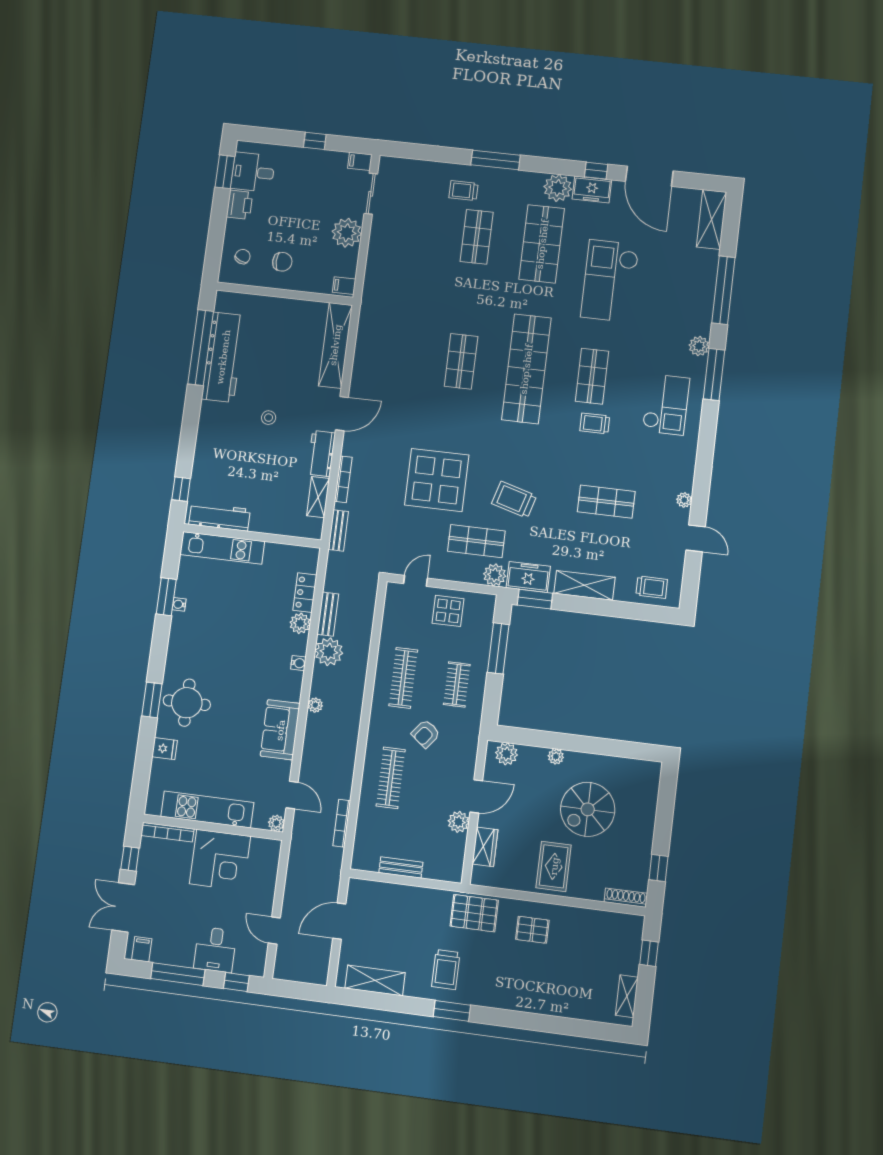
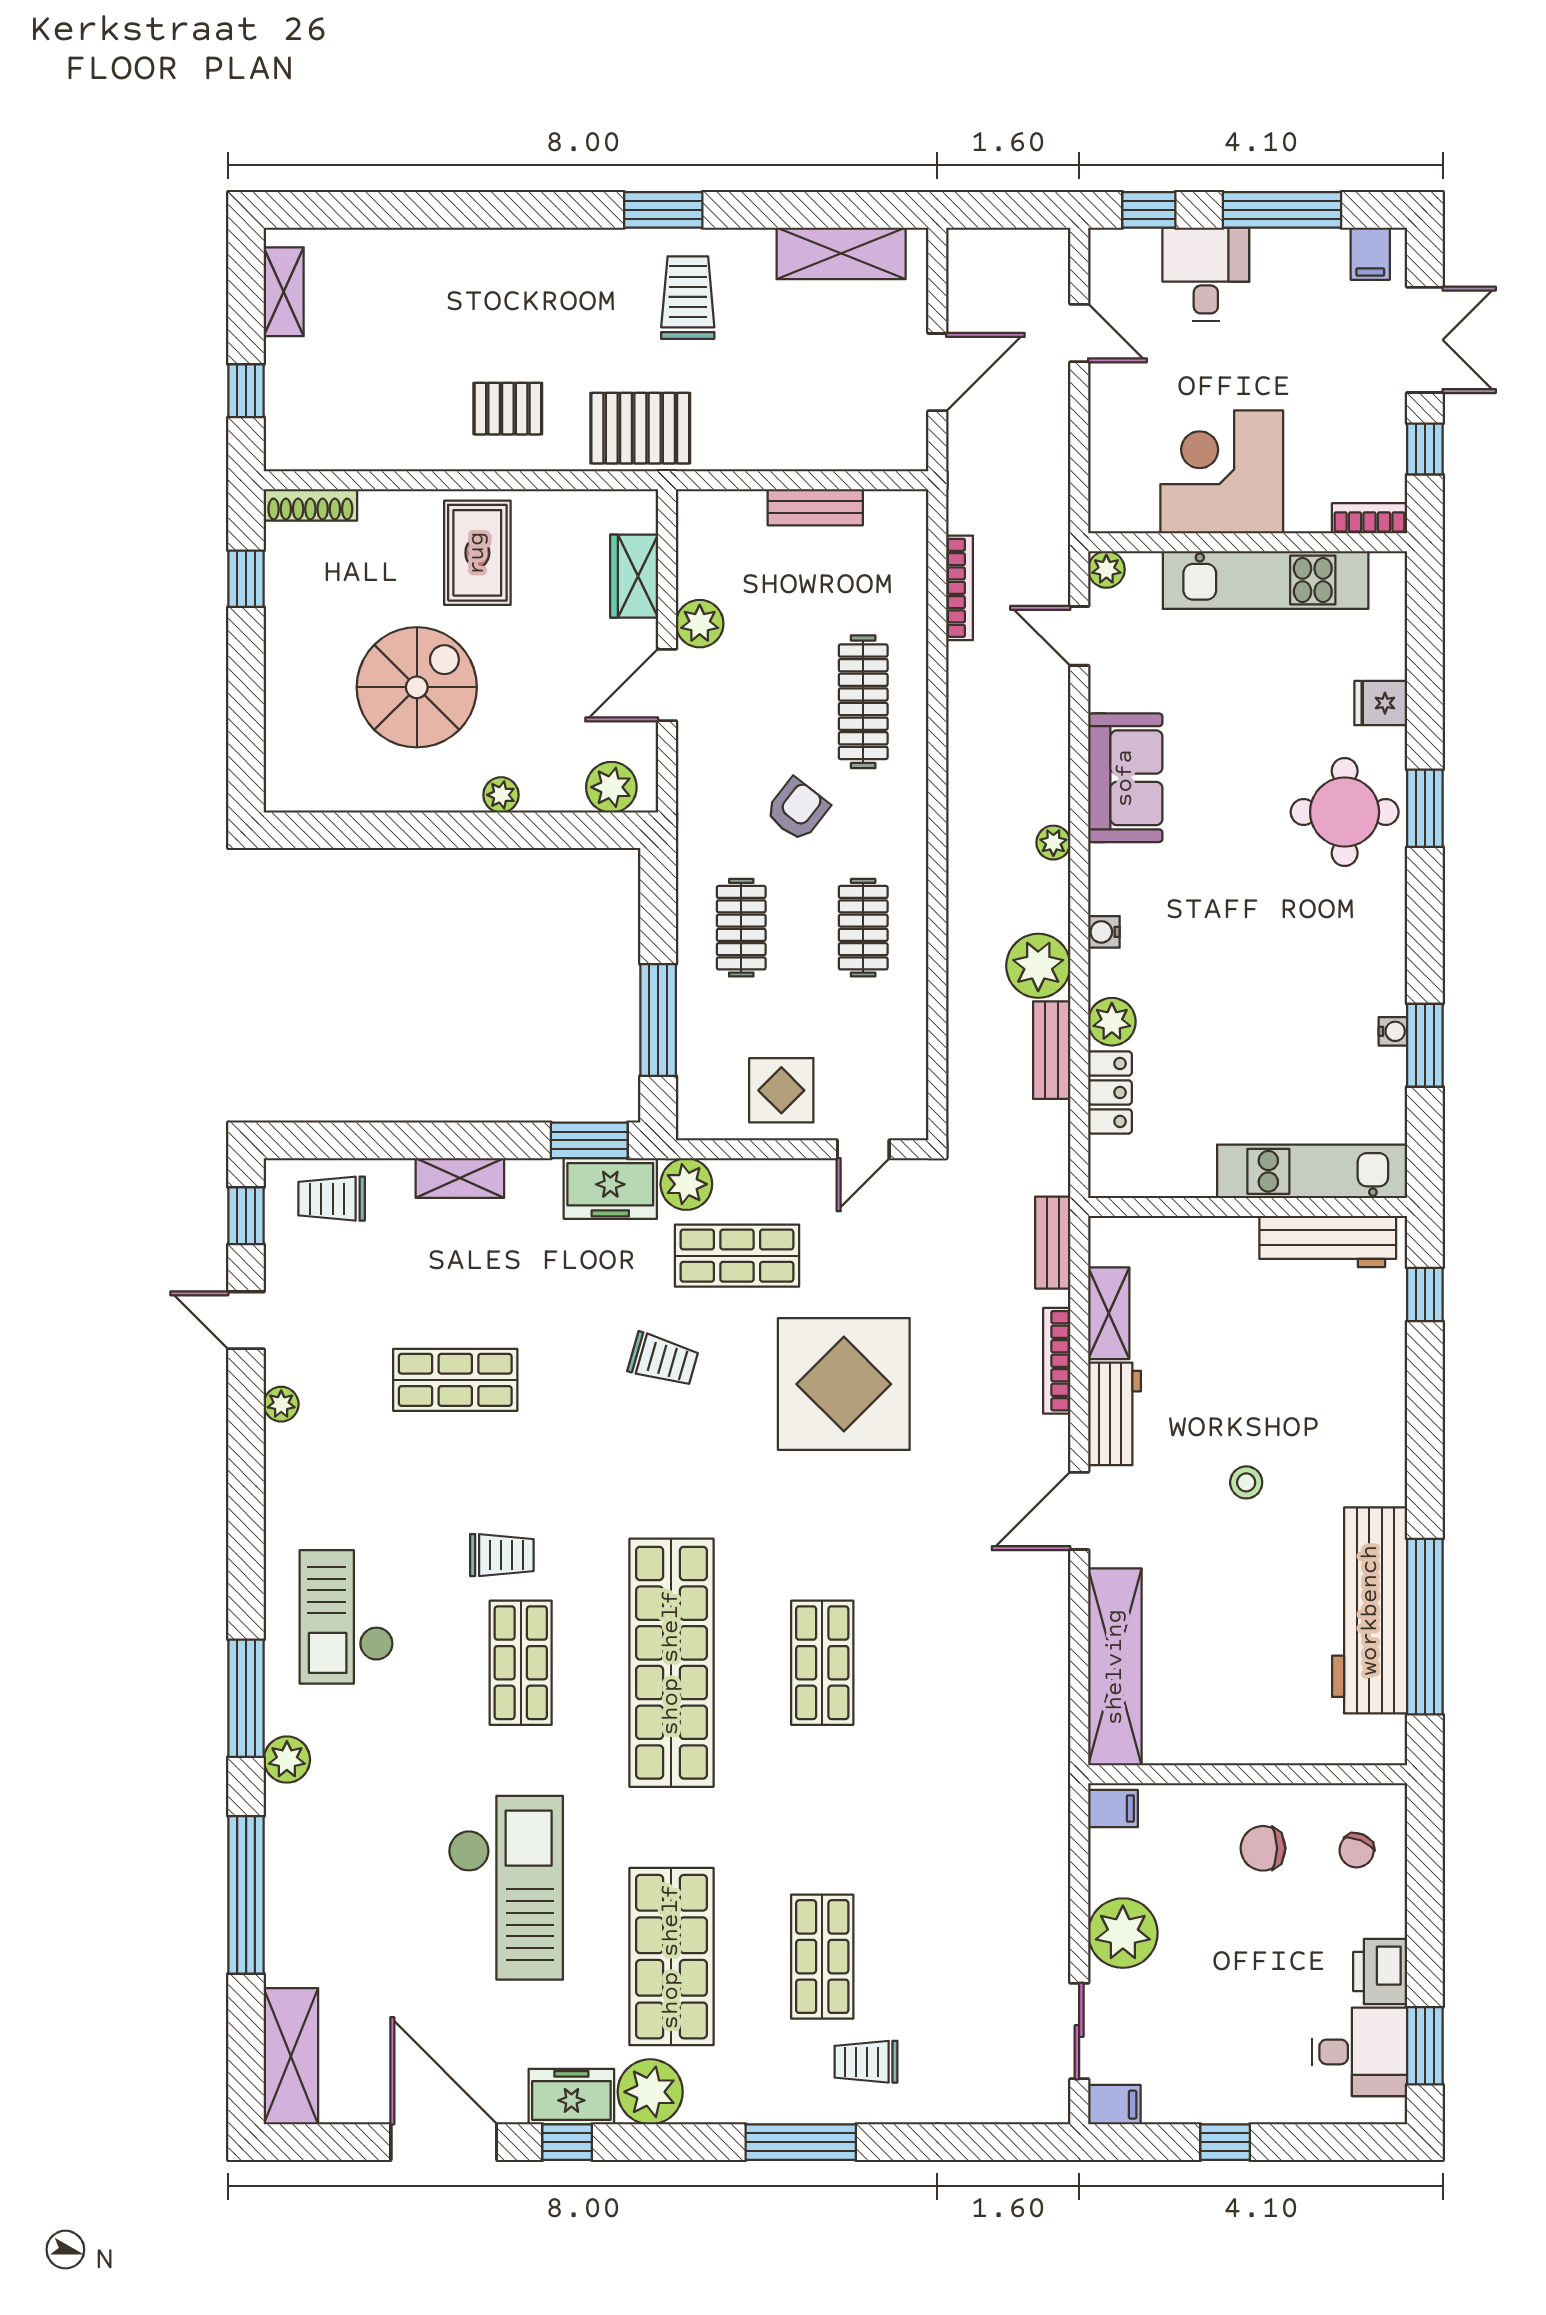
trolley: (463, 191) -> (866, 2062), turned 180
trolley: (514, 500) -> (663, 1360), width x0.73, depth x0.72
window: (690, 584) -> (246, 1216), added
shelving: (584, 585) -> (460, 1178), width x0.67, depth x0.75
clothes rail: (403, 678) -> (863, 928), width x0.73
bookcase: (167, 832) -> (1369, 518), width x0.64

